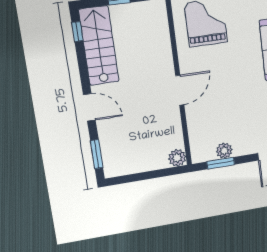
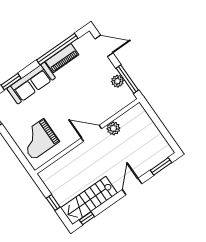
plant: (177, 158) -> (113, 128), moved
window: (221, 163) -> (127, 79), width x1.44

